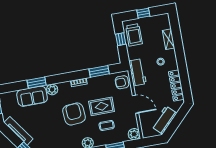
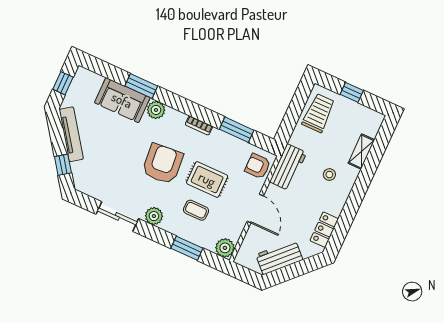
trolley: (134, 35) -> (318, 113), turned 180
window: (121, 39) -> (296, 106), removed
locker: (176, 86) -> (324, 230), width x0.66

